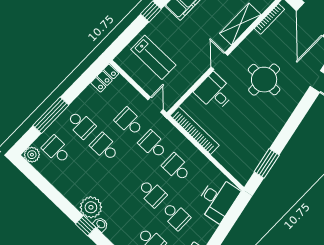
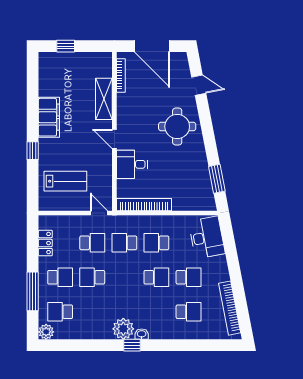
locker: (105, 78) -> (45, 243), moved
round table: (264, 80) -> (177, 126), moved
school desk: (129, 122) -> (92, 243), turned 180

